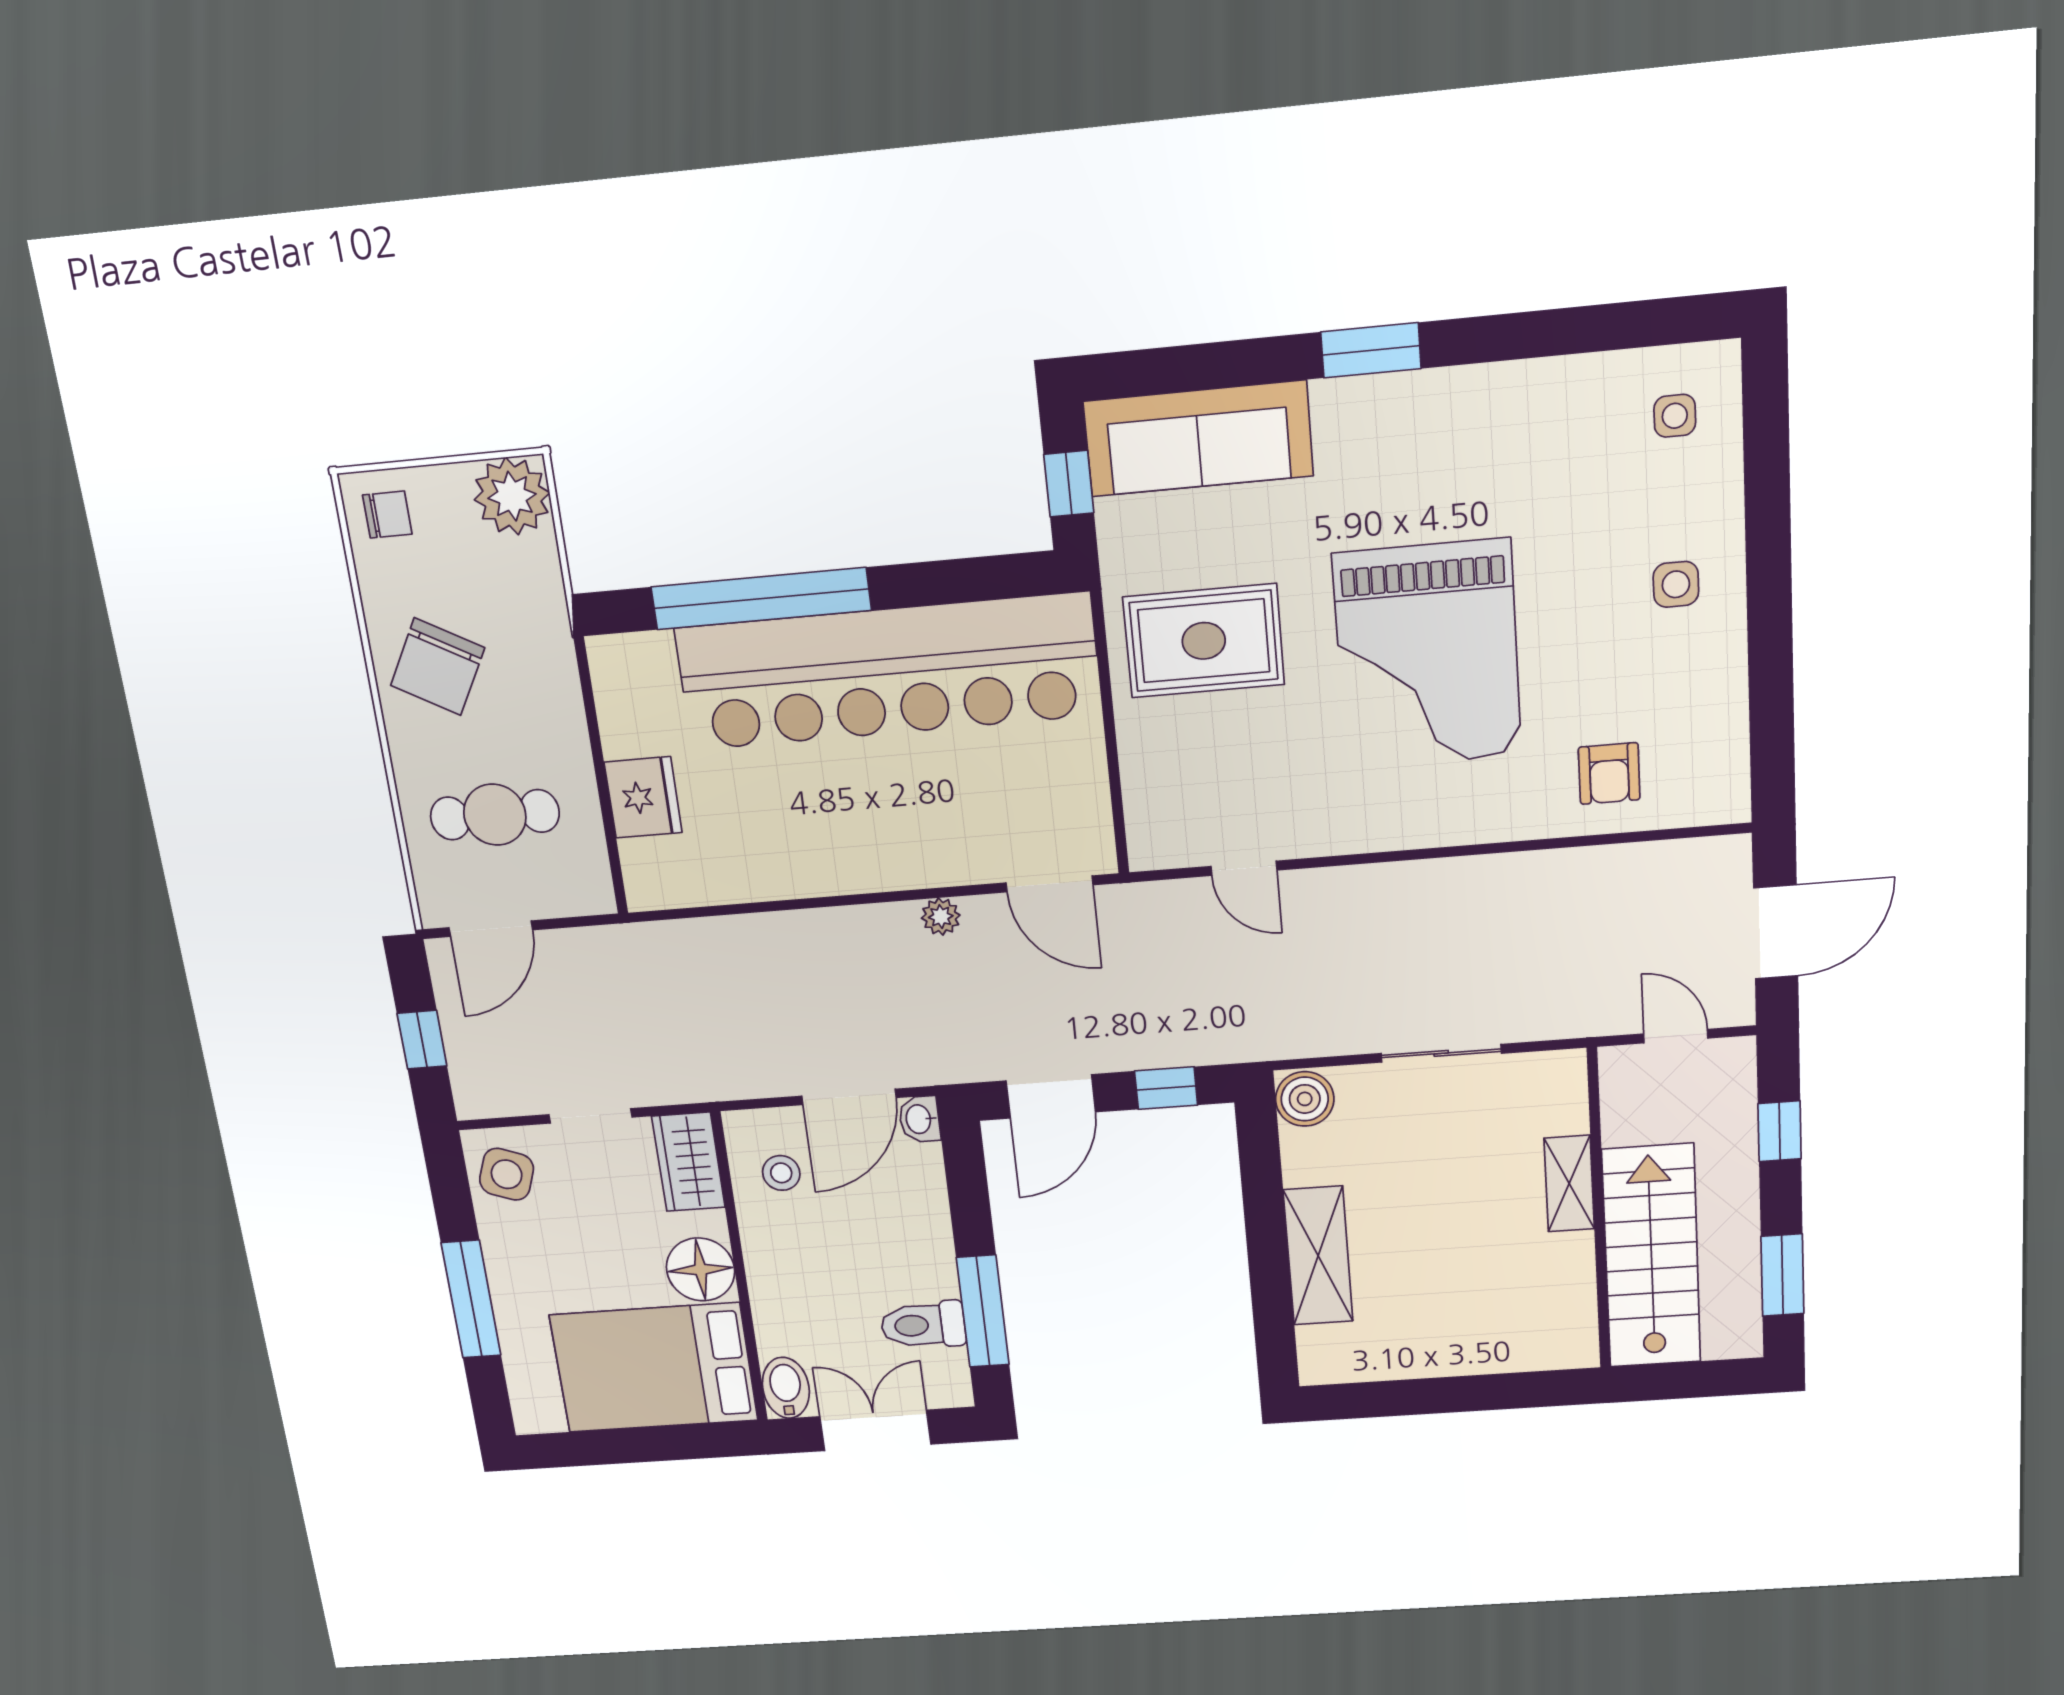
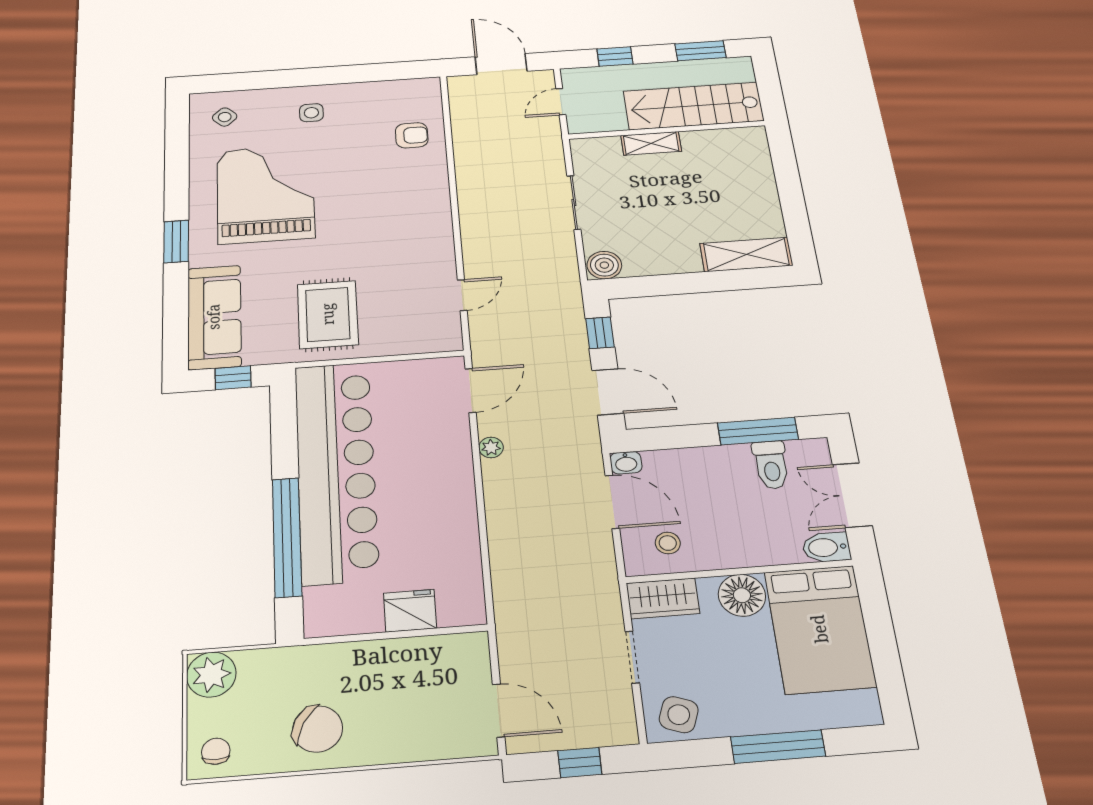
side table: (1675, 416) -> (225, 117), turned 45
grand piano: (1427, 655) -> (265, 194), moved, turned -90
cafe table: (495, 815) -> (419, 702), removed
shelving: (1318, 1256) -> (746, 255), moved

